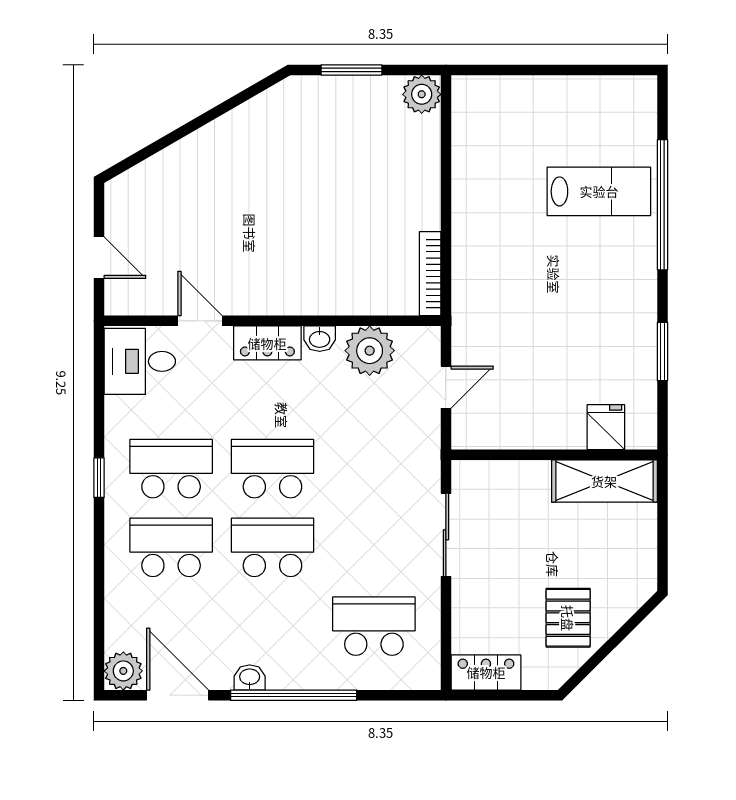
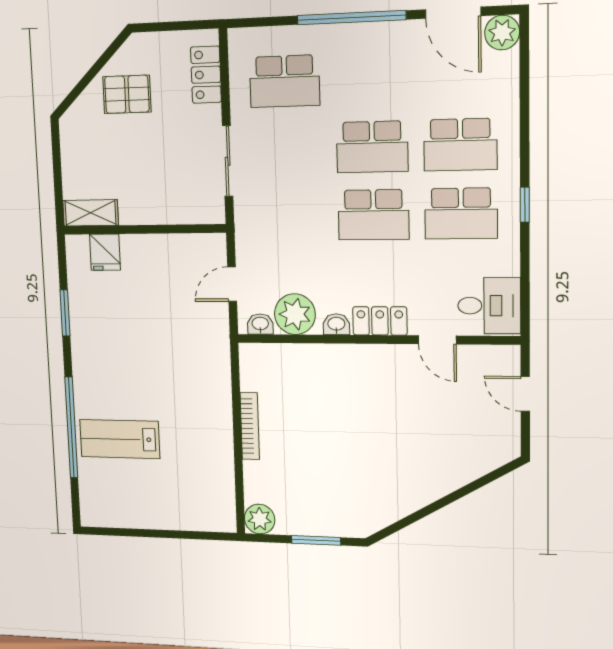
bookcase: (430, 274) -> (250, 426), moved
shelving: (604, 481) -> (91, 213), width x0.67, depth x0.75
pallet: (568, 618) -> (127, 94), turned 90
locker: (486, 672) -> (206, 75), moved, turned 90
washbasin: (250, 678) -> (260, 324), moved, turned 180

